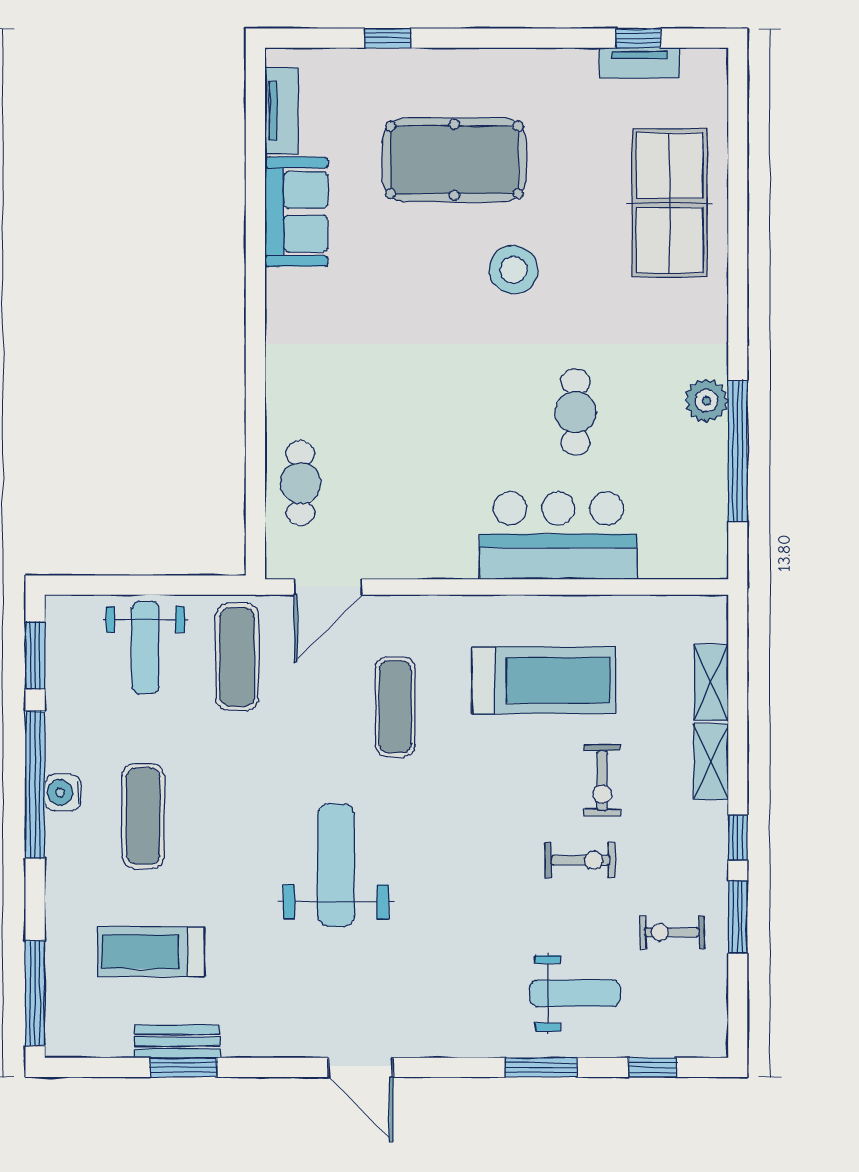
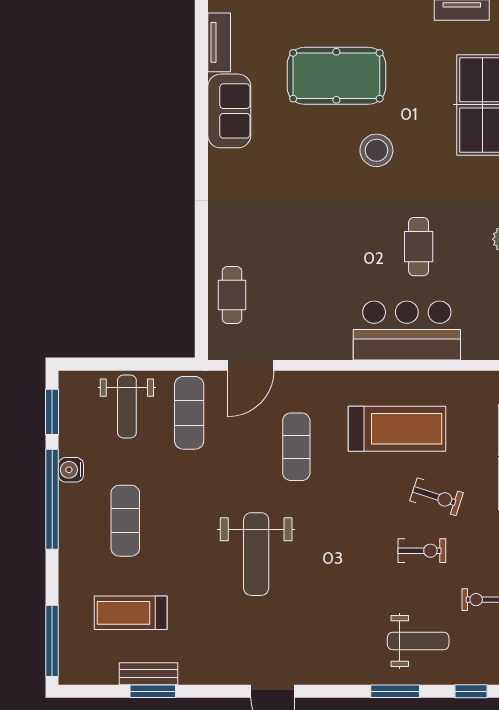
exercise bike: (602, 781) -> (437, 497), turned -72
water cooler: (63, 793) -> (71, 470), moved
weight bench: (336, 865) -> (256, 554), turned 180

